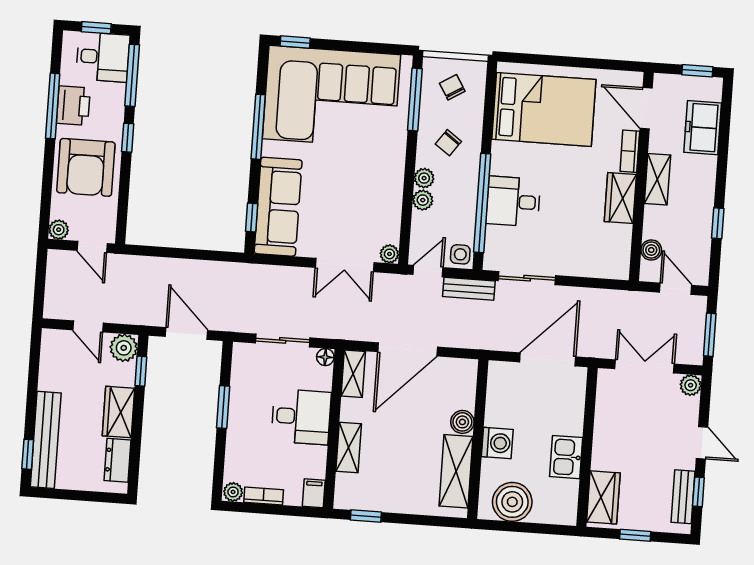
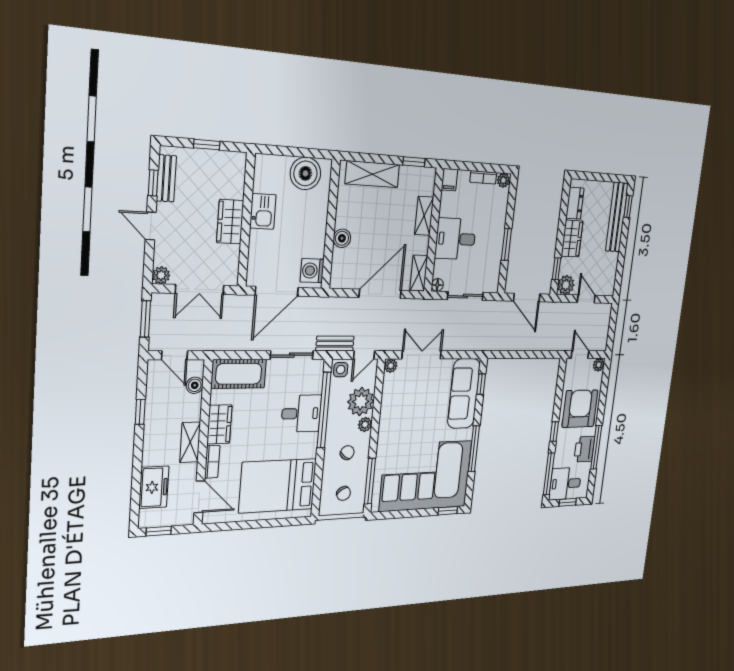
plant: (423, 200) -> (361, 402), width x1.88, depth x1.88
cot: (596, 260) -> (239, 374), added
washing machine: (497, 443) -> (312, 271), moved
shelving: (456, 471) -> (372, 174), moved, turned 90
wardrobe: (603, 497) -> (230, 222), moved

